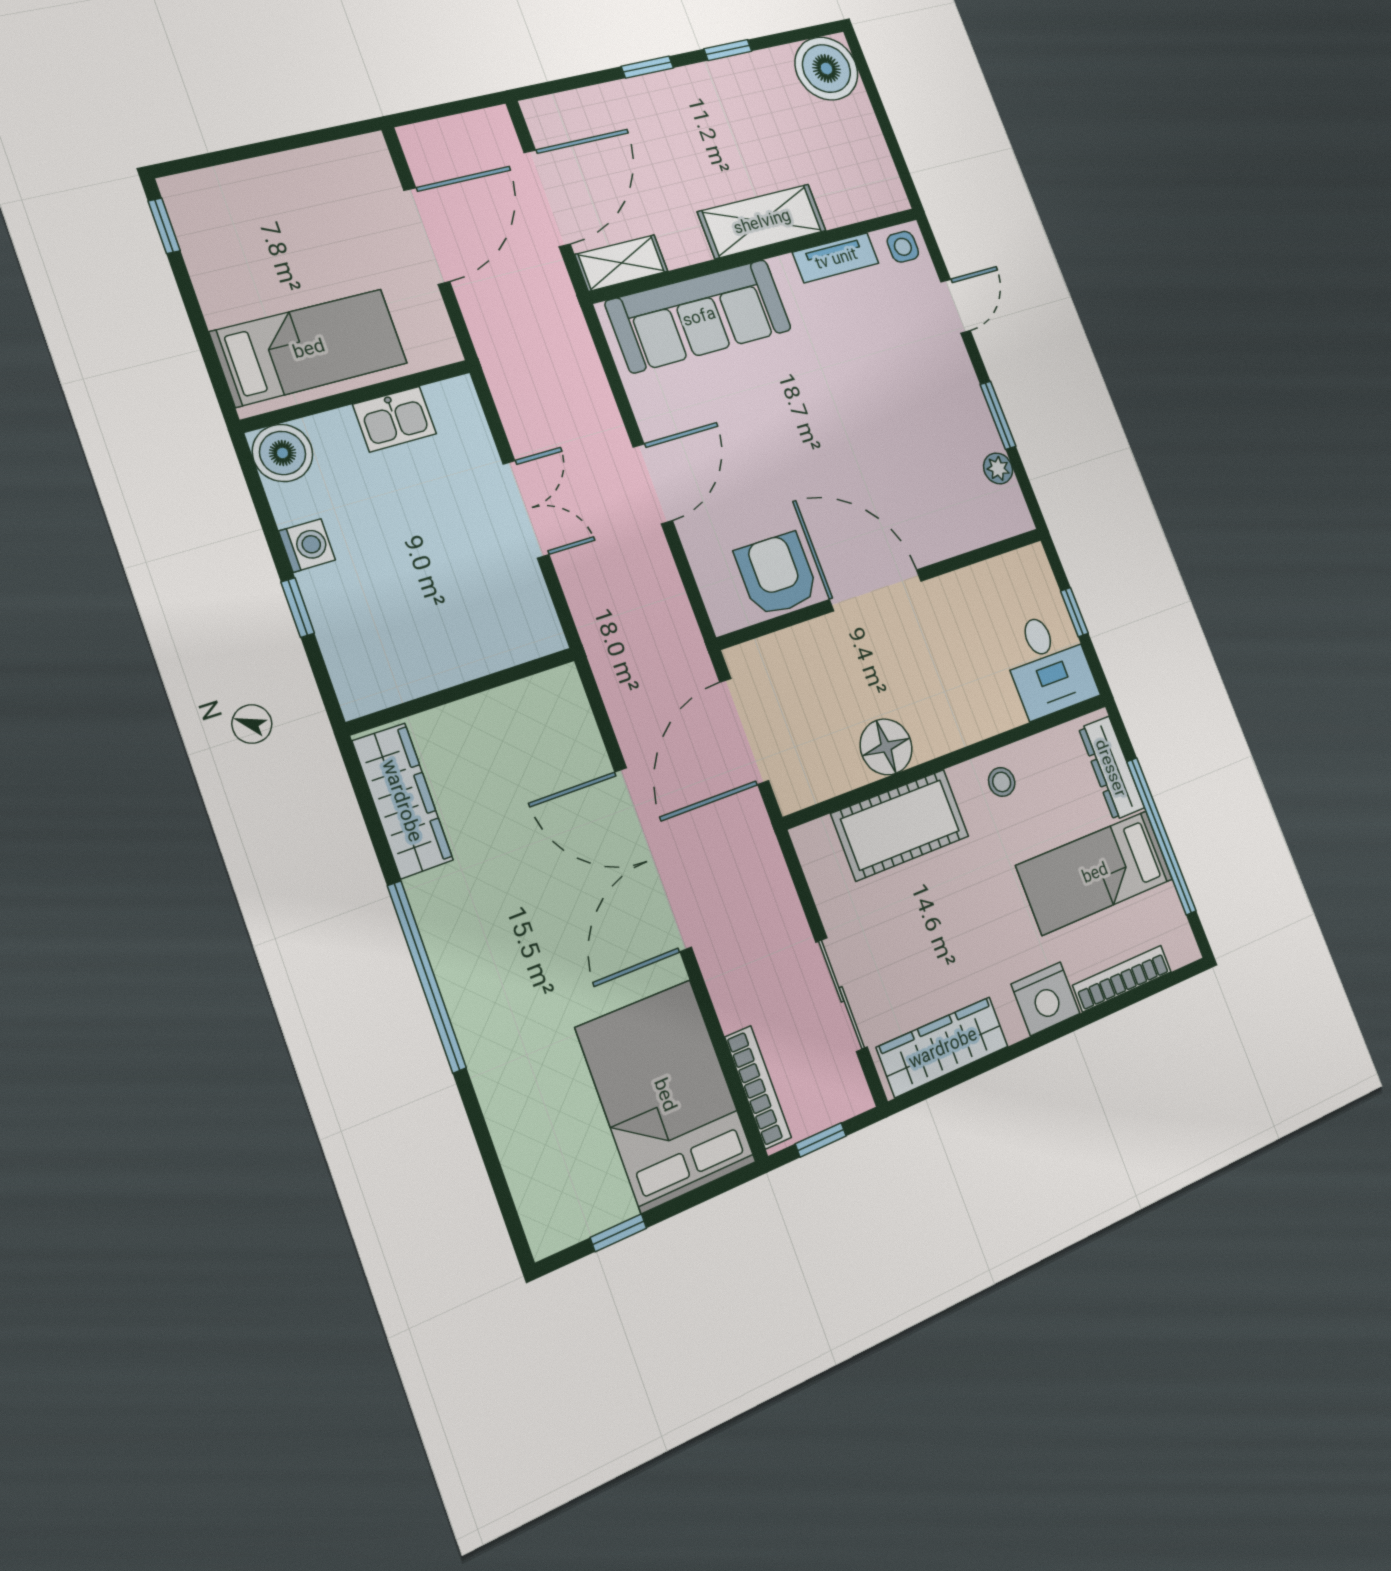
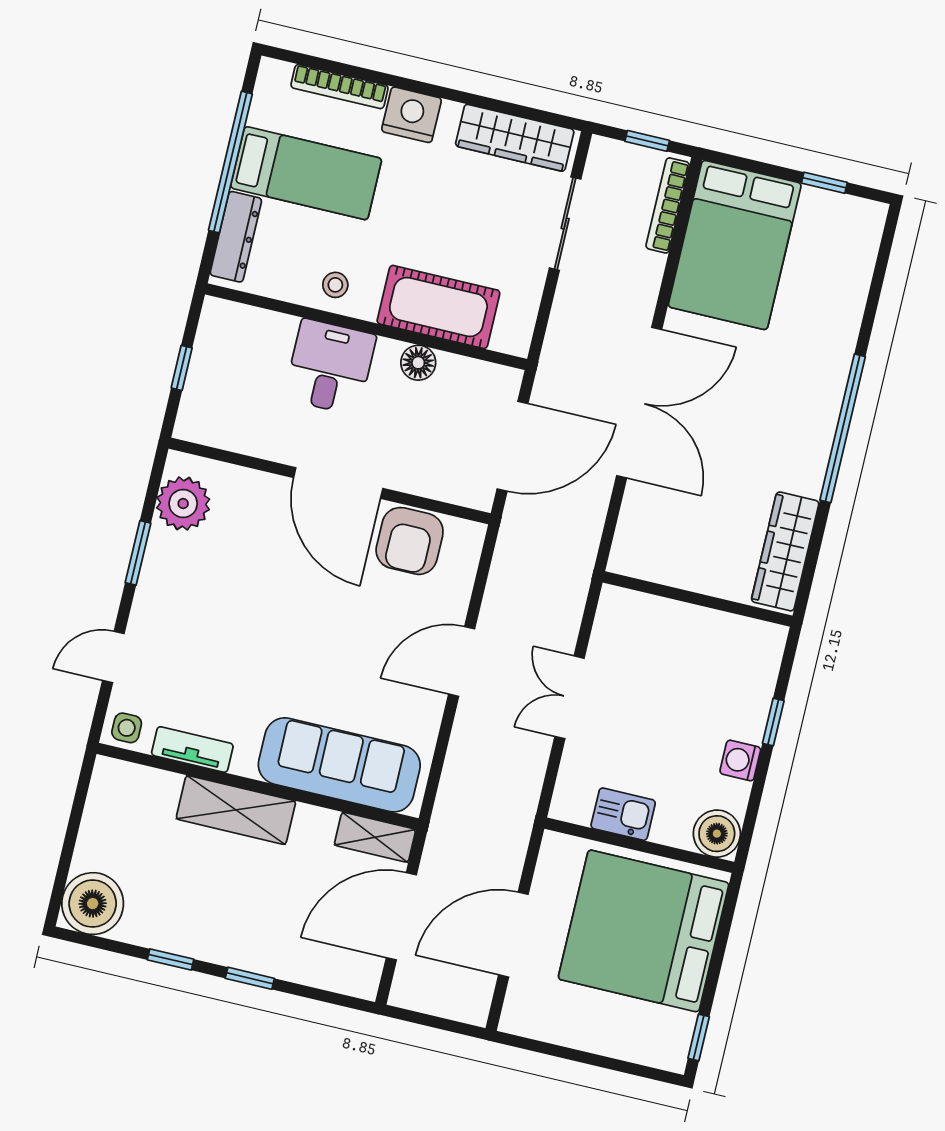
bed: (309, 348) -> (644, 931), width x2.04
plant: (998, 468) -> (183, 504), width x1.87, depth x1.87
desk: (1048, 664) -> (330, 367), moved
floor lamp: (886, 747) -> (418, 363), width x0.73, depth x0.73

